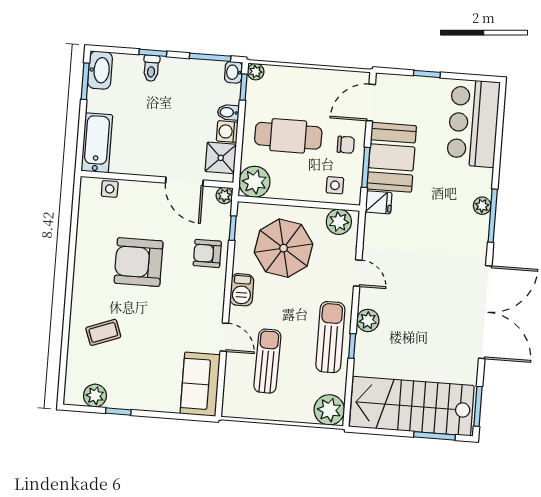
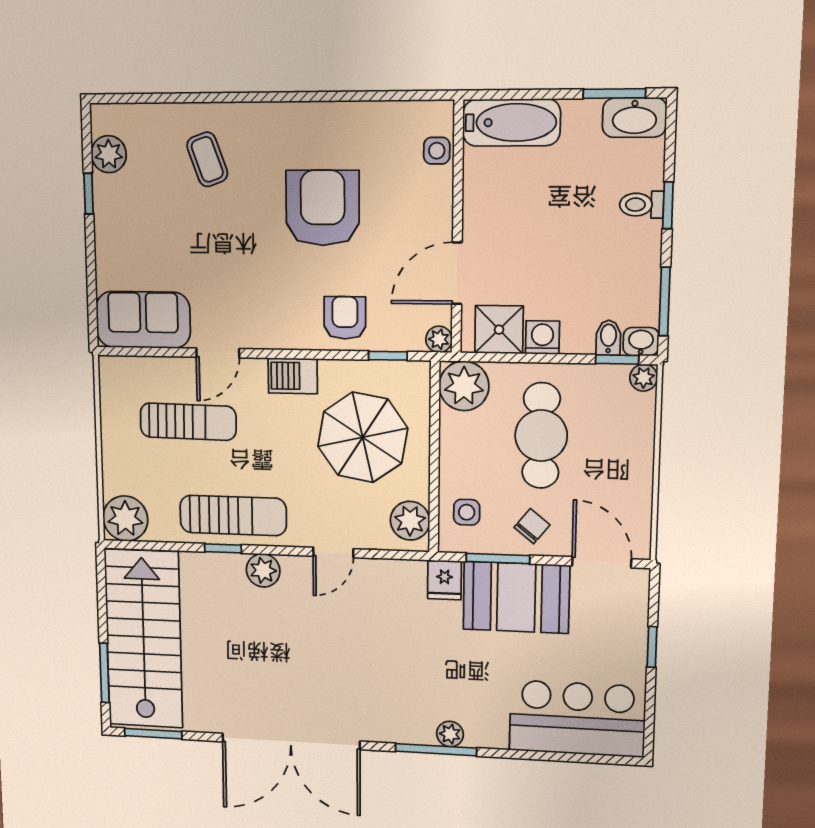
bidet: (228, 112) -> (608, 338), moved
chair: (346, 145) -> (532, 526), turned -141

